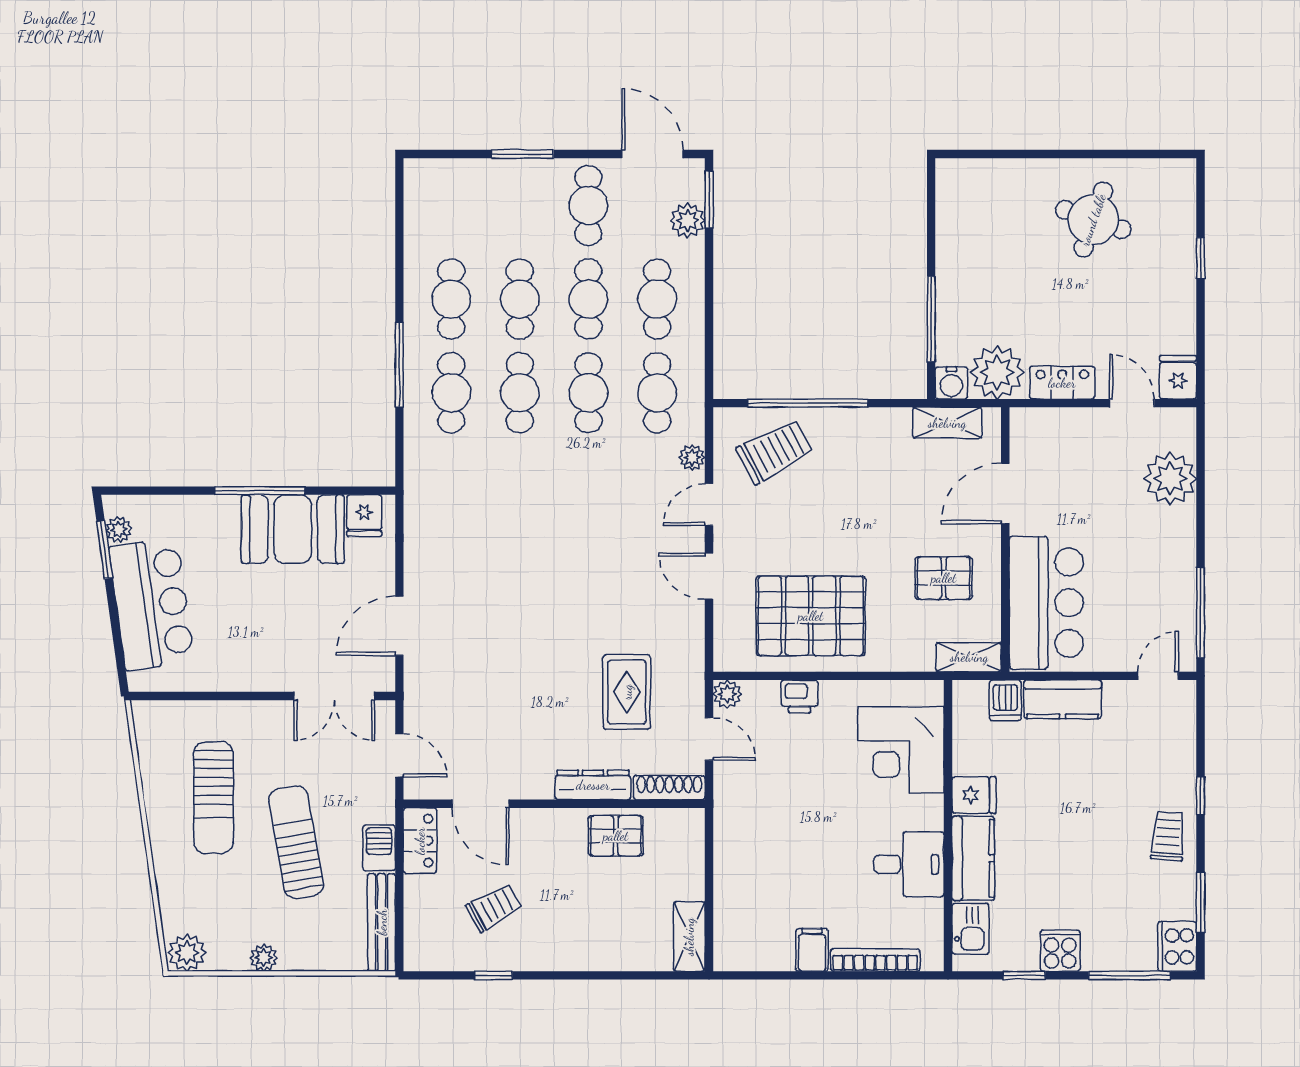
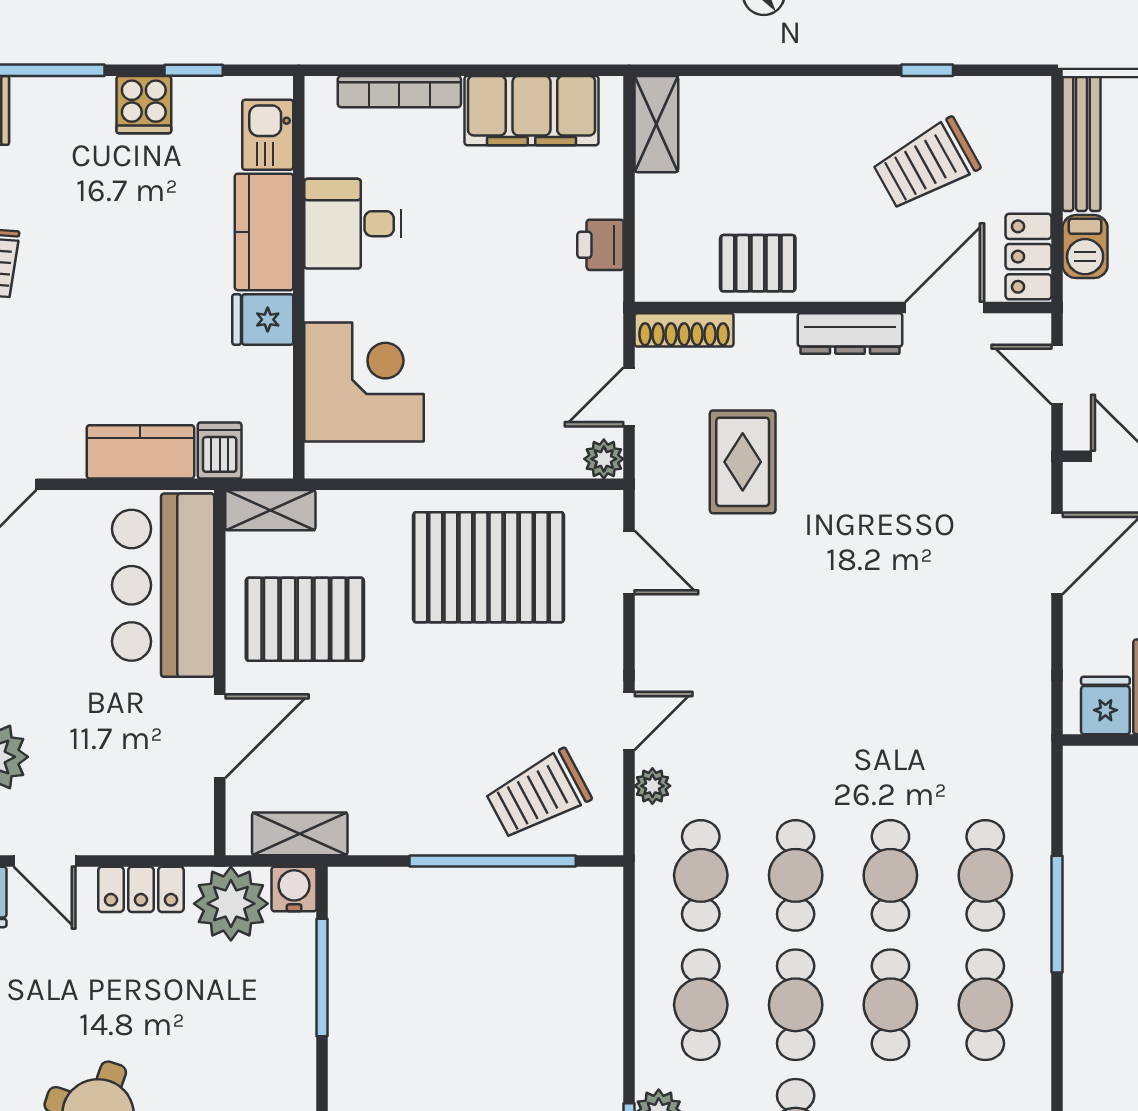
door: (709, 576) -> (629, 562), moved
pallet: (944, 578) -> (305, 619), width x1.50, depth x1.42
printer: (799, 697) -> (600, 245), moved, turned -90
door: (709, 739) -> (629, 397), hinge flipped
dresser: (593, 785) -> (850, 333), moved
door: (481, 804) -> (945, 307), hinge flipped
trolley: (494, 907) -> (926, 164), width x1.36, depth x1.39
filing cabinet: (812, 950) -> (531, 111), width x3.00, depth x1.17

